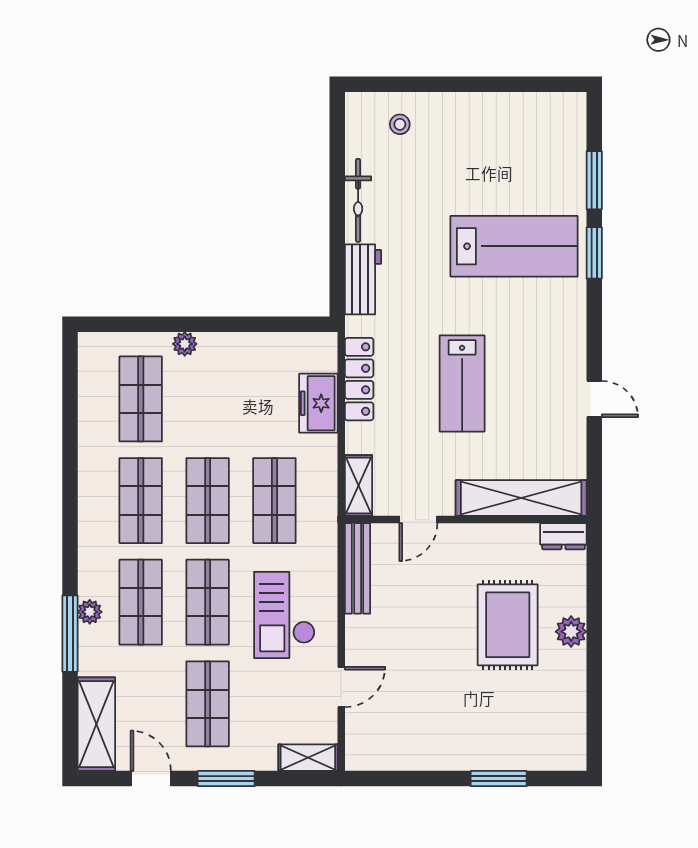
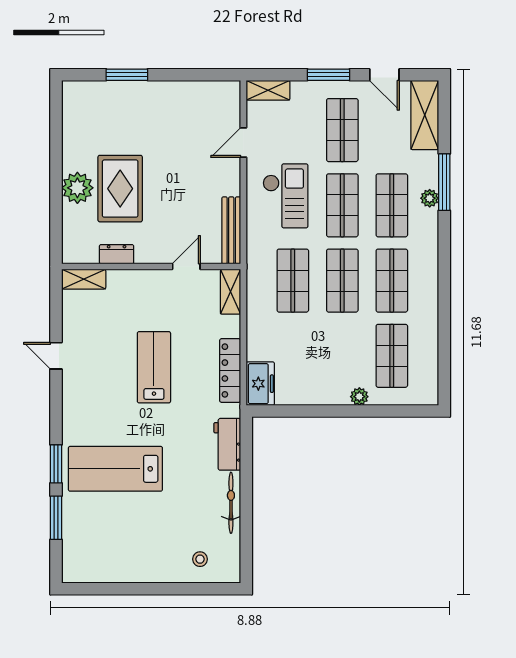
freezer: (318, 403) -> (260, 384), moved
shelving: (521, 498) -> (84, 279), width x0.45, depth x0.75
dresser: (563, 536) -> (117, 254), moved
plant: (571, 632) -> (77, 188), width x1.36, depth x1.36

